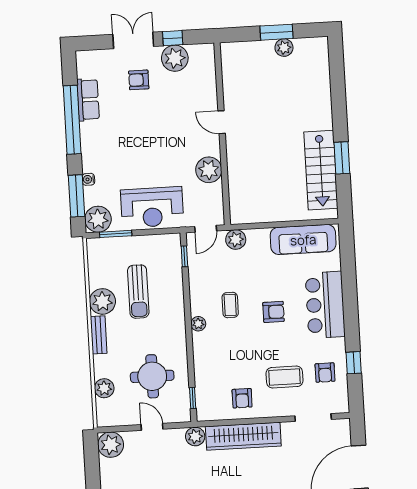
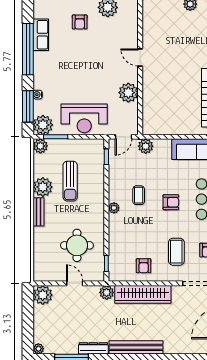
armchair: (139, 80) -> (80, 22), turned -90
coffee table: (284, 377) -> (176, 252), turned 90
plant: (104, 388) -> (40, 146), moved

